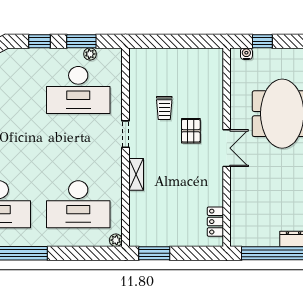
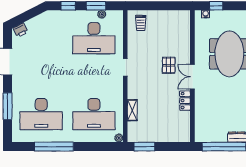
trolley: (164, 108) -> (141, 23), moved
double door: (227, 148) -> (192, 77), swing flipped
shelving: (136, 174) -> (132, 110), moved
locker: (215, 222) -> (185, 101), moved

